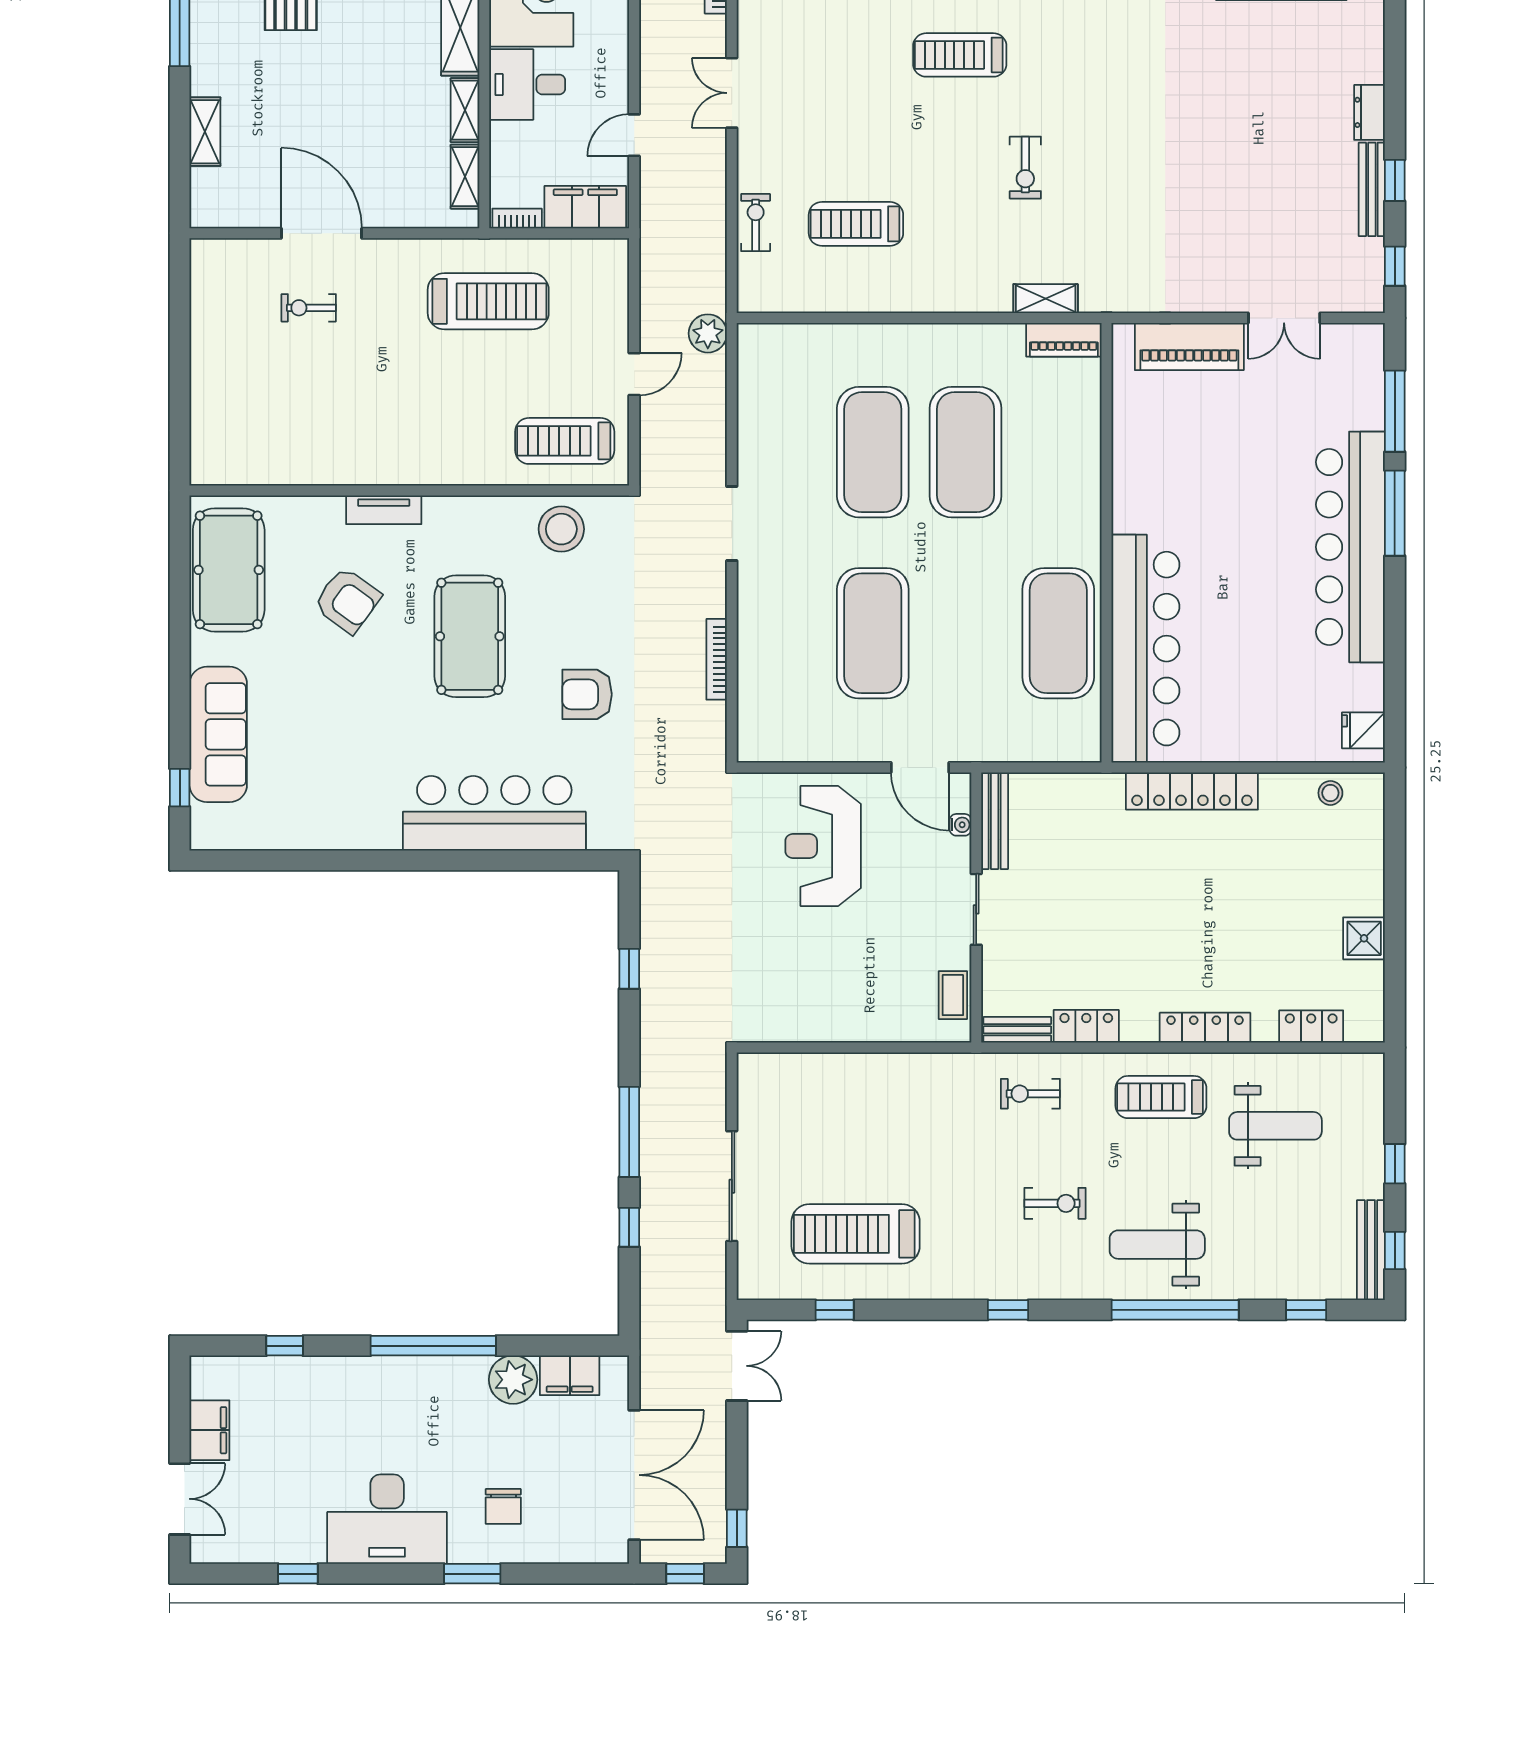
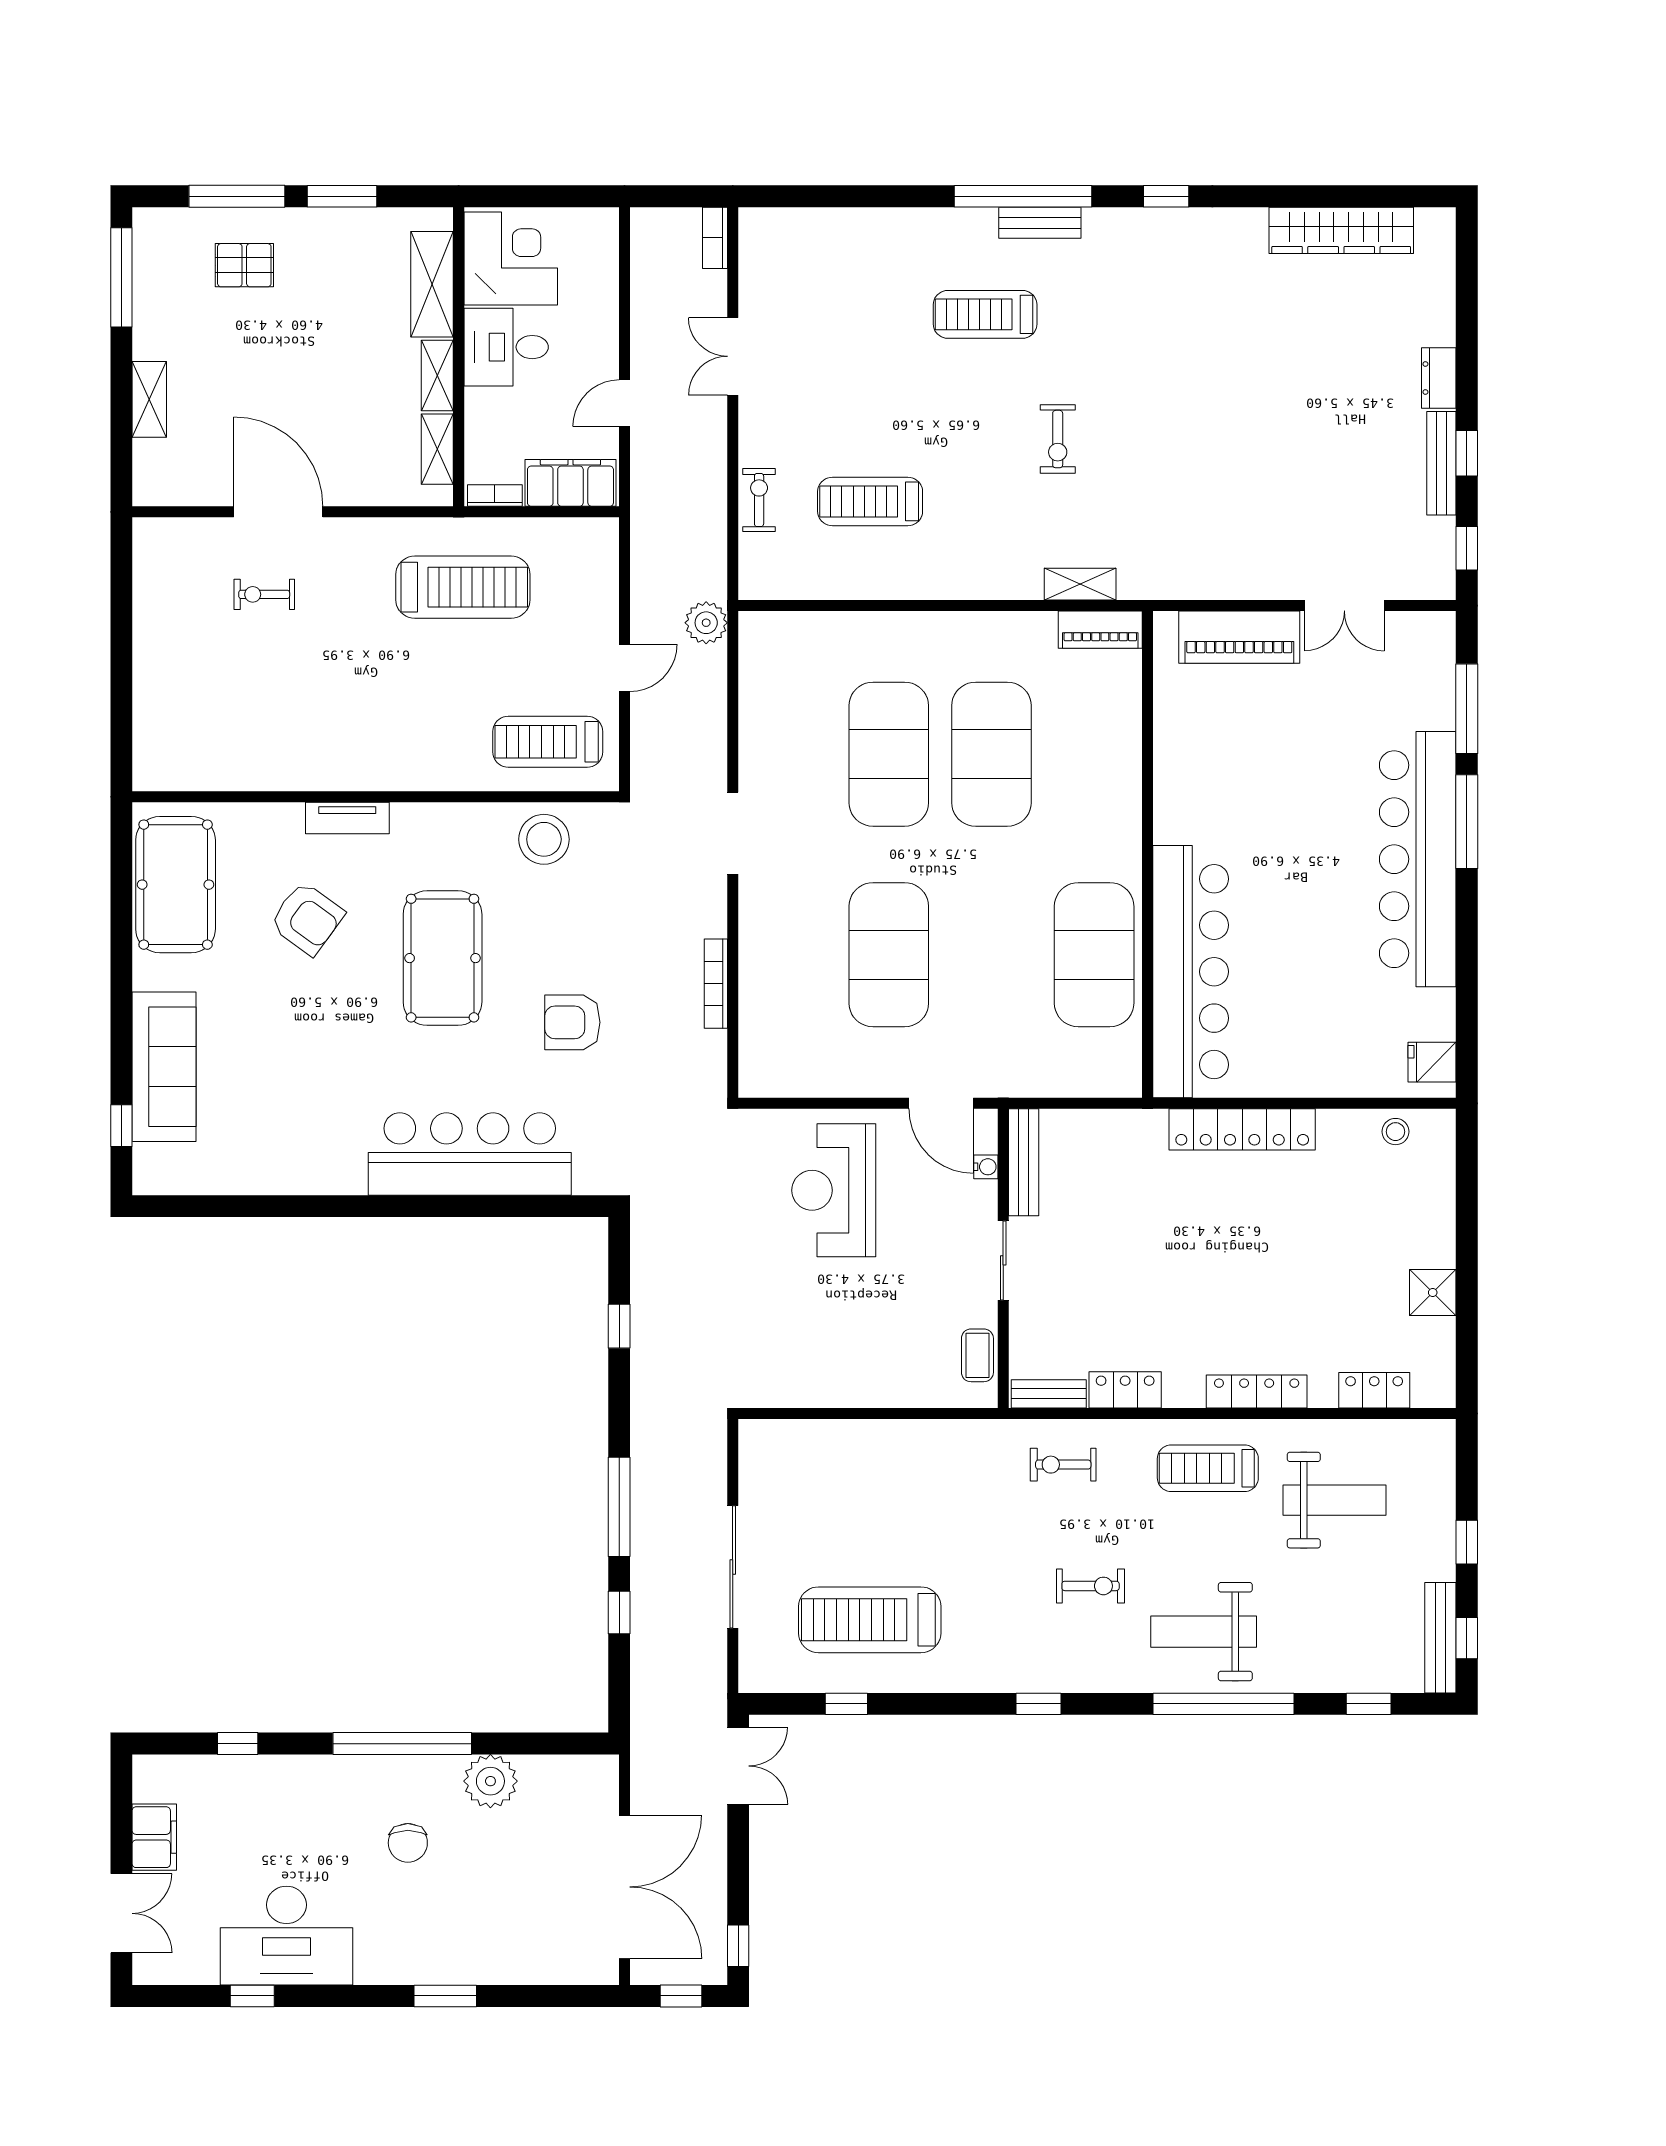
filing cabinet: (570, 1375) -> (553, 1776), removed
chair: (503, 1506) -> (408, 1843), moved
desk: (387, 1519) -> (286, 1936), moved

